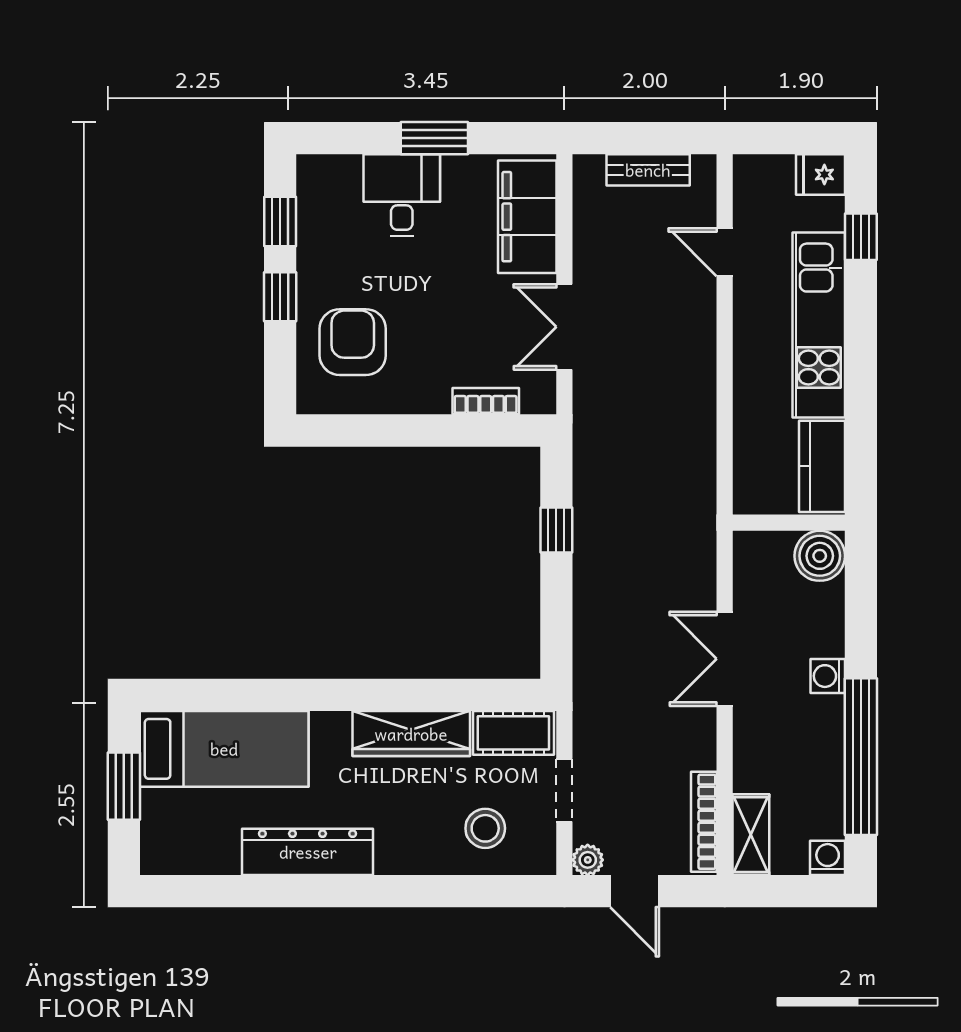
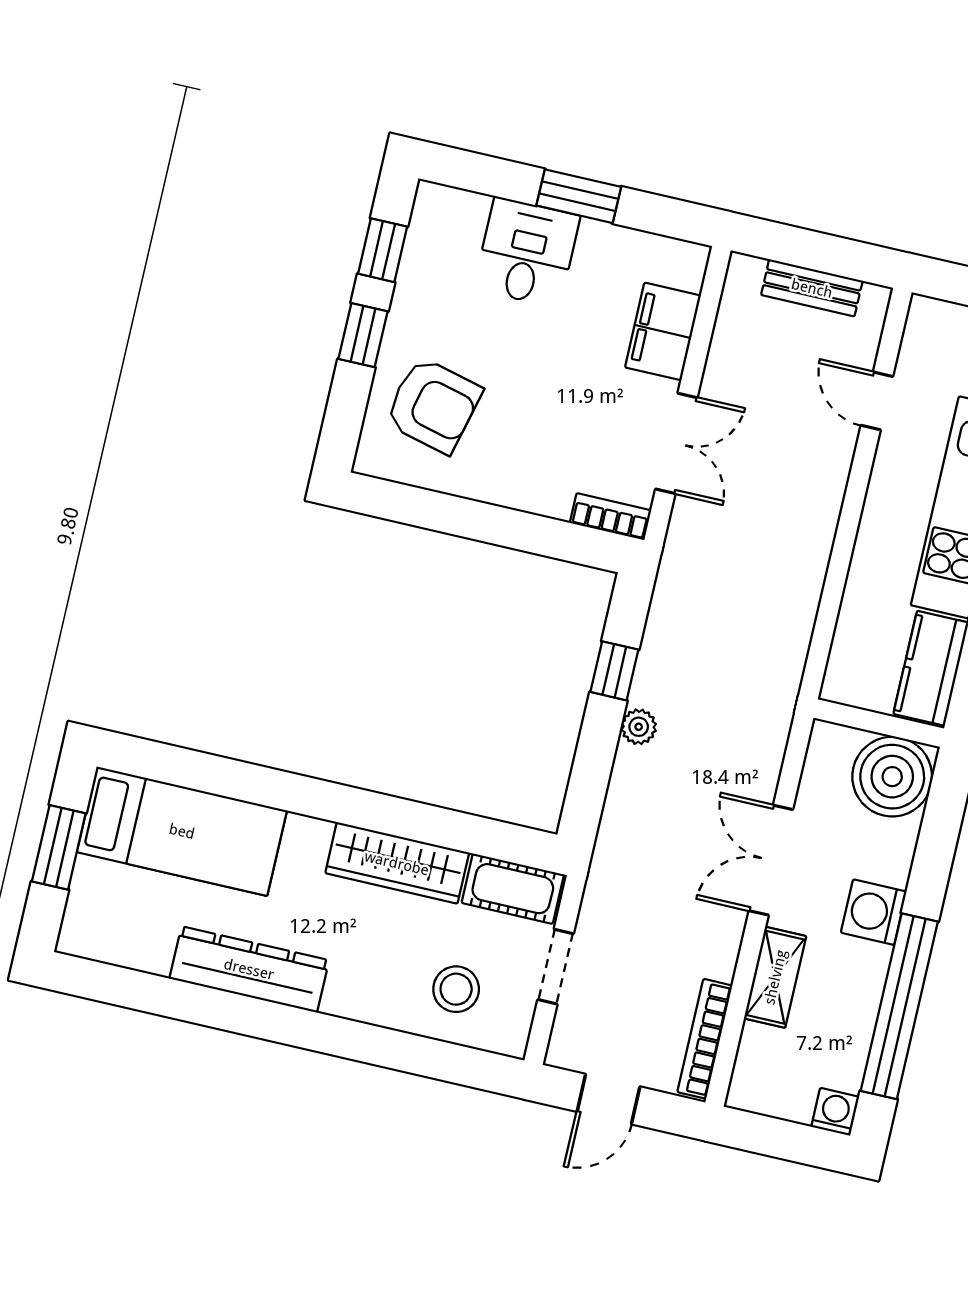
filing cabinet: (527, 217) -> (663, 331), width x0.67, depth x0.86
double door: (564, 327) -> (676, 443), swing flipped
armchair: (353, 342) -> (433, 405), turned 104
bookcase: (486, 401) -> (611, 517), moved
boiler: (820, 556) -> (892, 777), width x1.37, depth x1.37
washing machine: (828, 676) -> (874, 912), width x1.38, depth x1.38
shelving: (751, 835) -> (775, 977), moved
plant: (588, 860) -> (639, 727), moved
door: (635, 891) -> (608, 1099), hinge flipped

